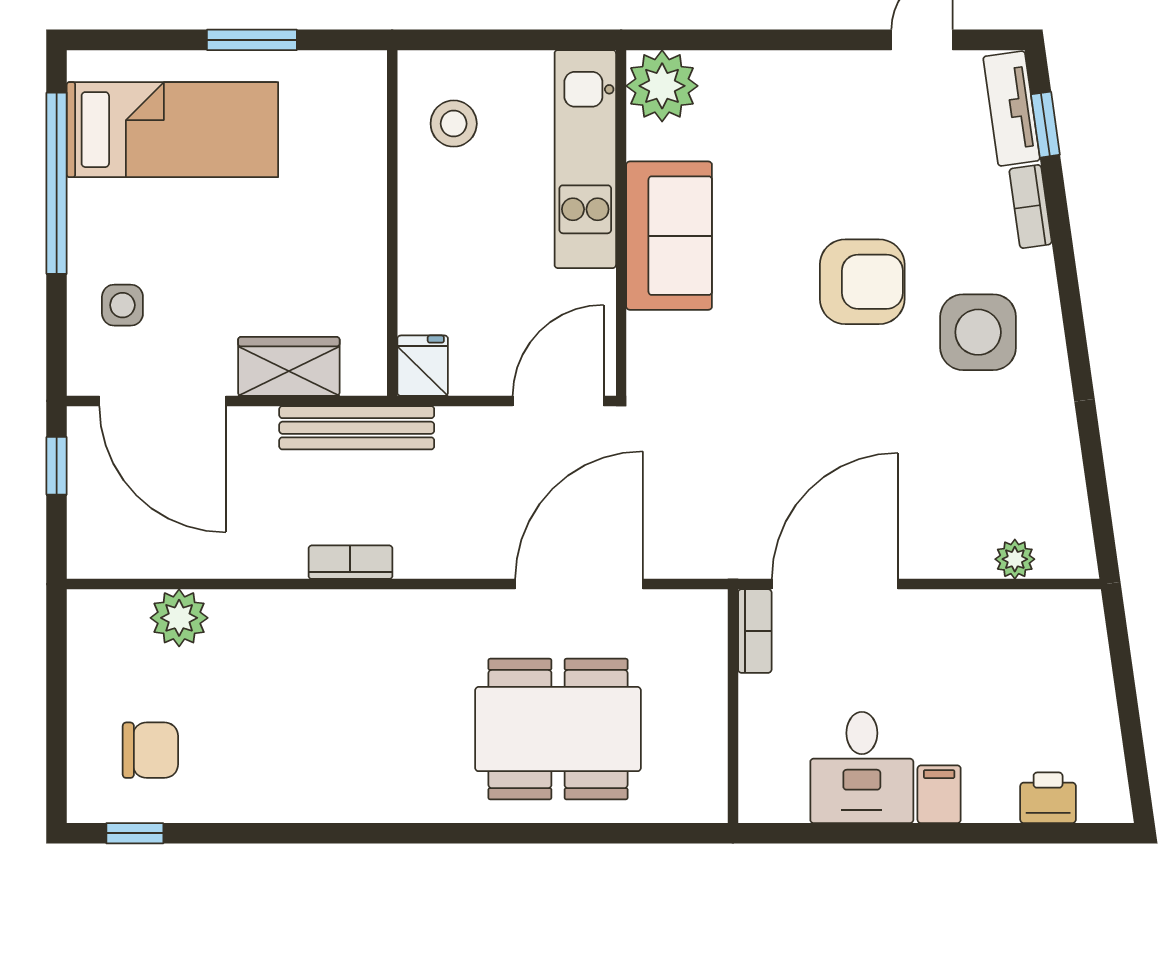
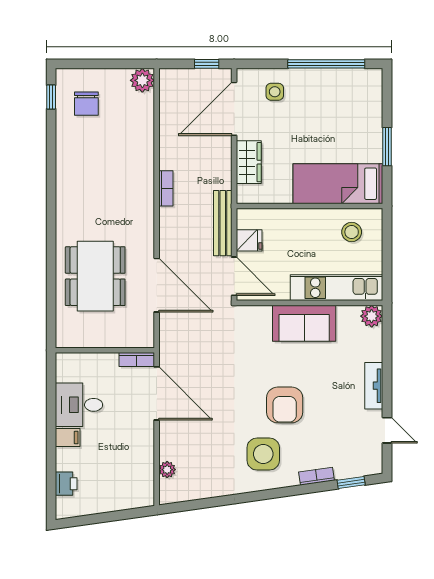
plant: (662, 86) -> (372, 316), width x0.73, depth x0.73
tv unit: (1012, 109) -> (374, 386), moved, turned -82
bed: (172, 130) -> (338, 184), moved, turned 90
fridge: (423, 366) -> (249, 240), moved
bench: (357, 428) -> (223, 223), moved
plant: (179, 618) -> (142, 80), moved

